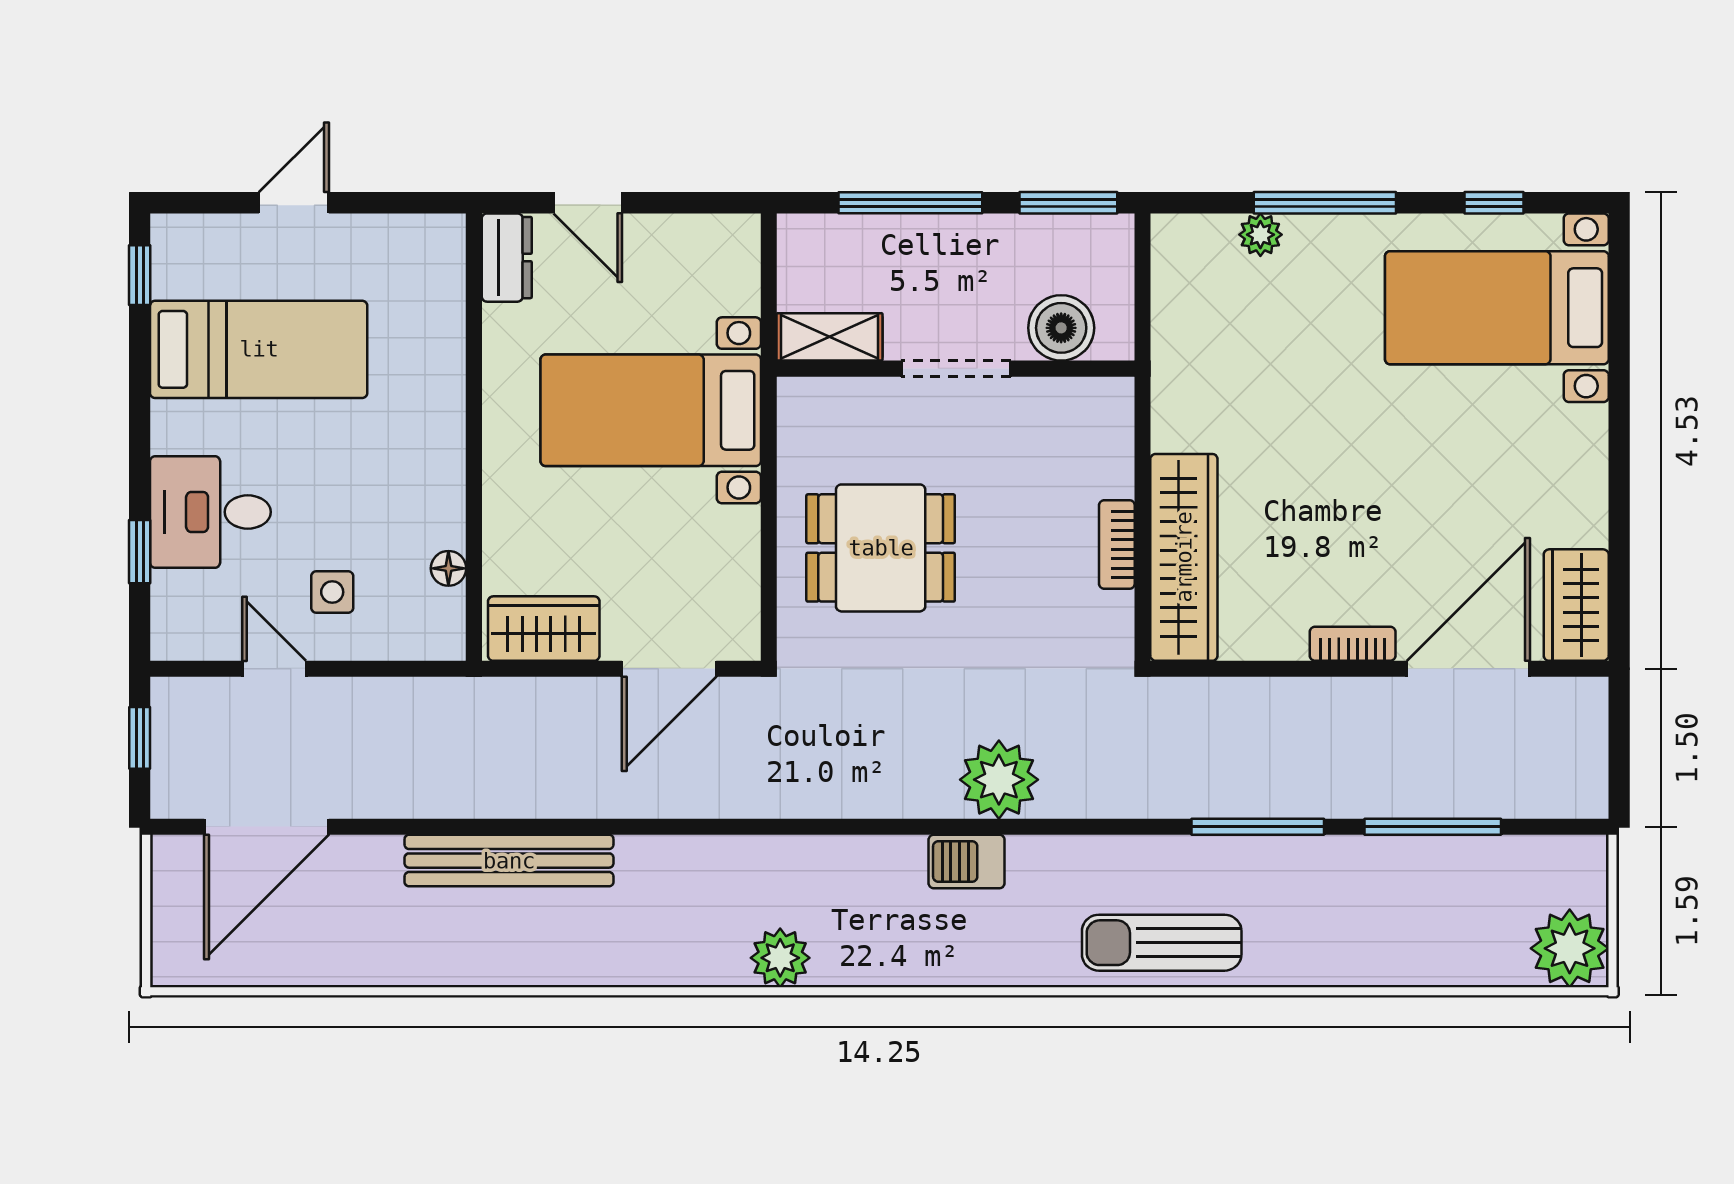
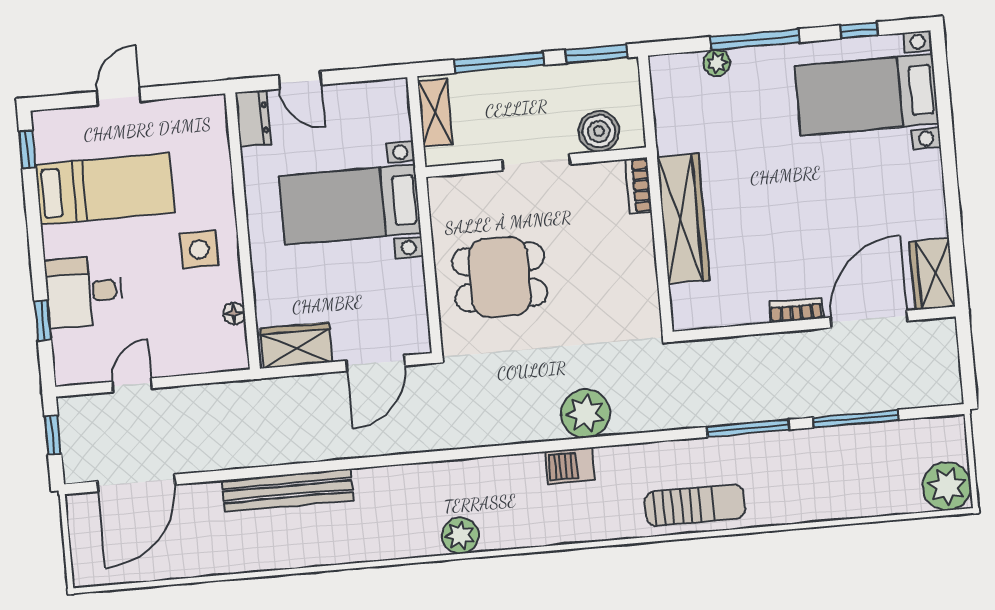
shelving: (830, 337) -> (435, 113), moved, turned 90
bookcase: (1117, 545) -> (639, 186), moved
wardrobe: (1184, 557) -> (683, 219), moved
side table: (332, 592) -> (199, 250), moved, width x1.37, depth x1.37
door: (274, 669) -> (132, 385), hinge flipped
sun lounger: (1162, 943) -> (695, 505), turned 180

